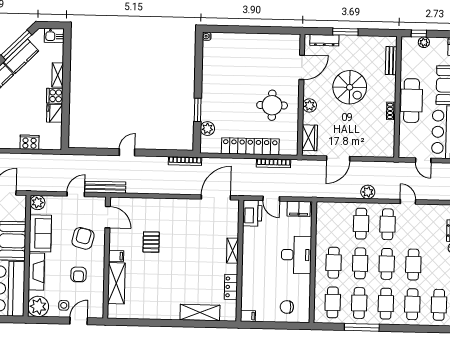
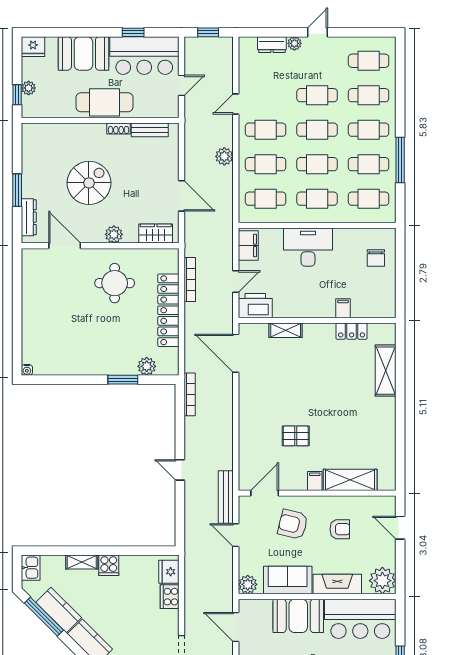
bench: (391, 61) -> (150, 130), moved
fridge: (55, 113) -> (169, 572), moved, turned 90
cafe table: (334, 223) -> (266, 199), added
shelving: (232, 251) -> (286, 330), moved
side table: (64, 305) -> (380, 547), removed
filing cabinet: (248, 316) -> (343, 308), moved

